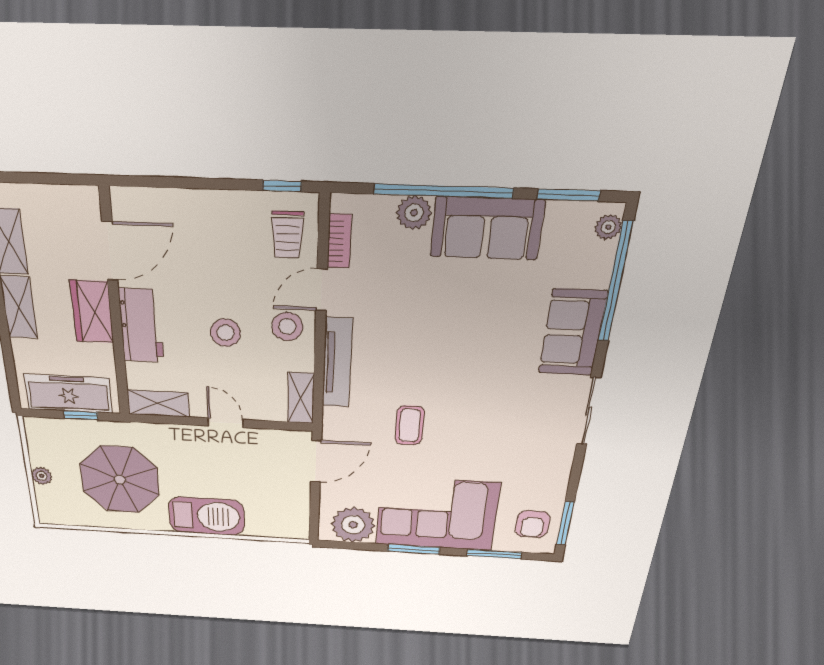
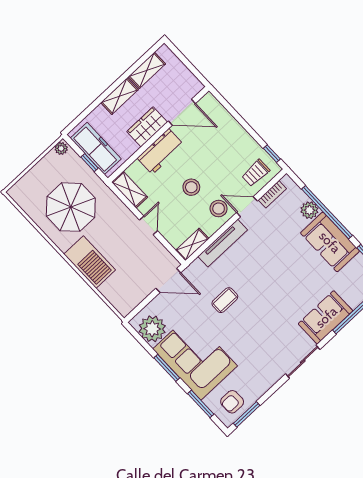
plant: (42, 476) -> (61, 148), moved

